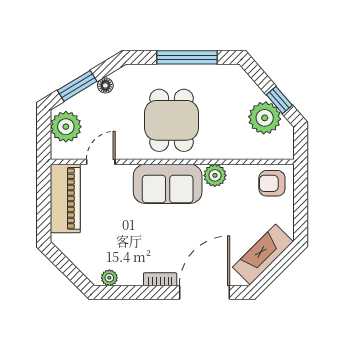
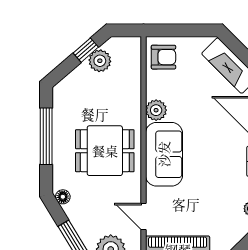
floor lamp: (105, 85) -> (63, 197), moved
plant: (265, 118) -> (100, 61), width x0.73, depth x0.73
armchair: (272, 183) -> (163, 57), turned -90

